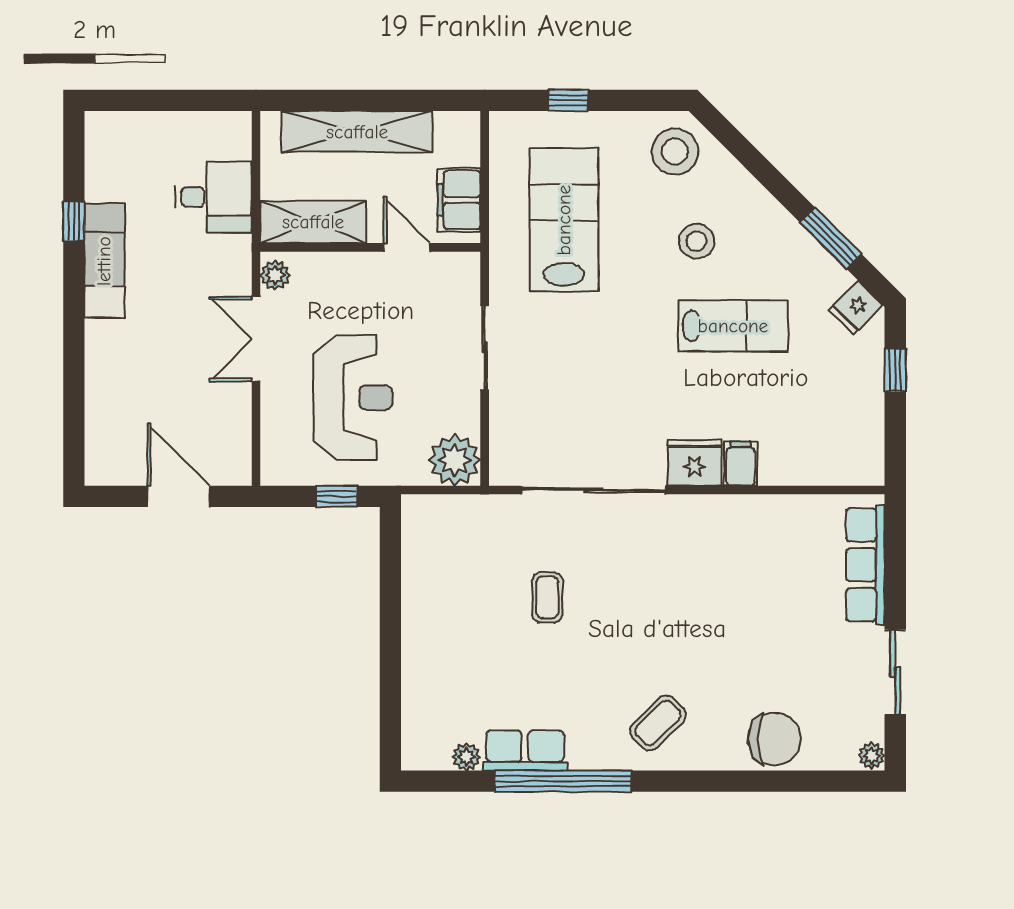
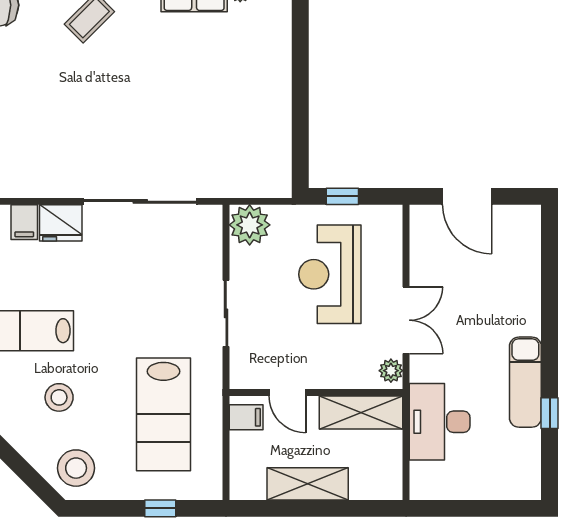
shelving: (357, 132) -> (308, 484), width x0.68
desk: (213, 197) -> (440, 422), width x1.37
filing cabinet: (459, 200) -> (246, 417), width x0.50
coffee table: (547, 597) -> (177, 117), removed

